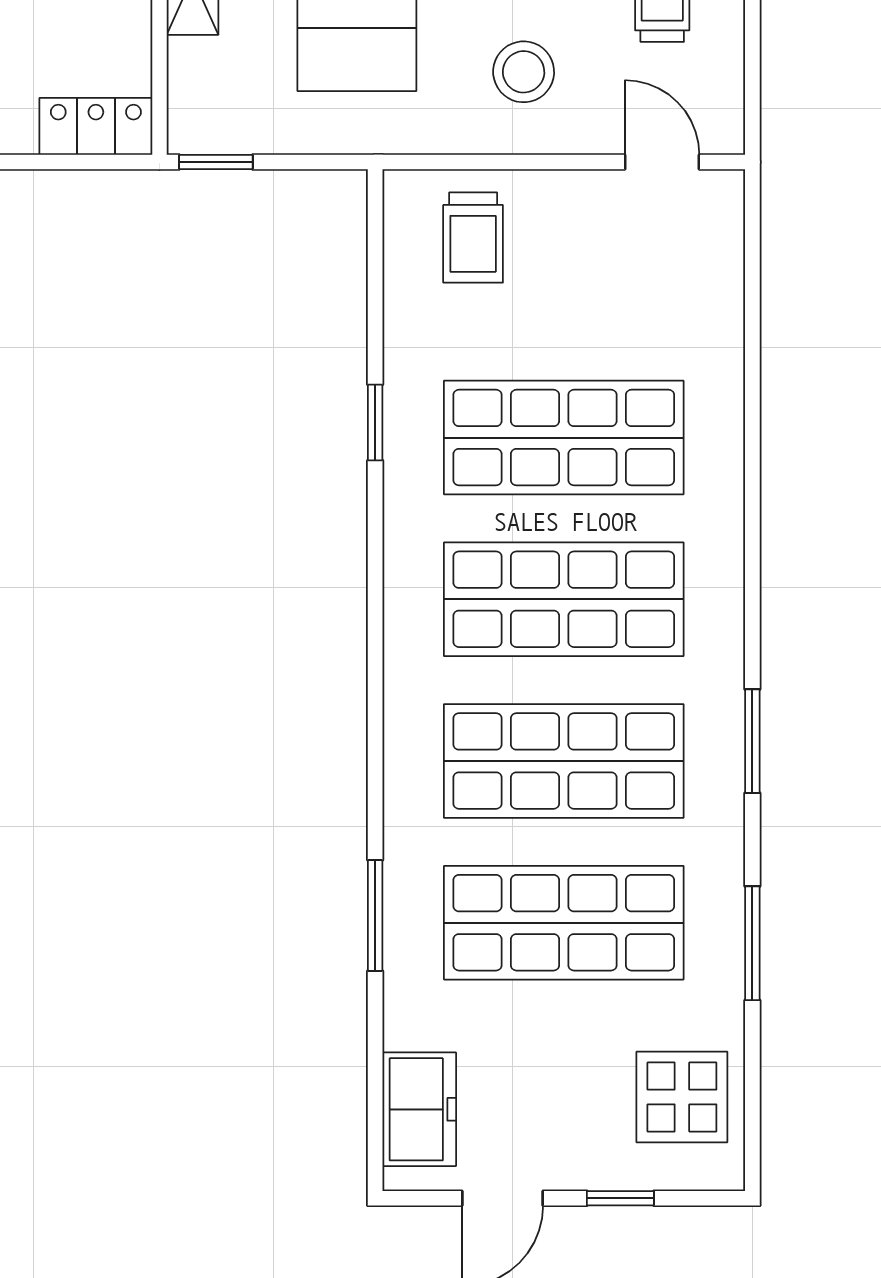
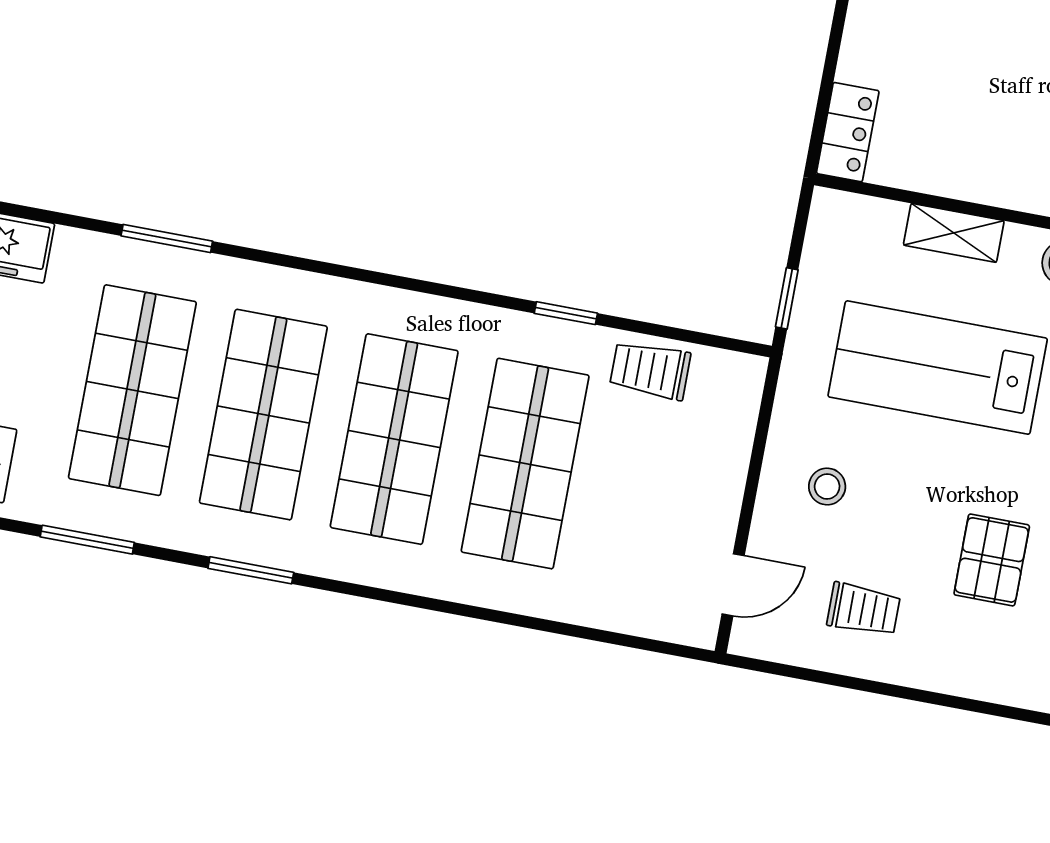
stool: (524, 72) -> (827, 487), width x0.73, depth x0.73
window: (216, 162) -> (787, 298), moved
trolley: (473, 237) -> (650, 370), moved

